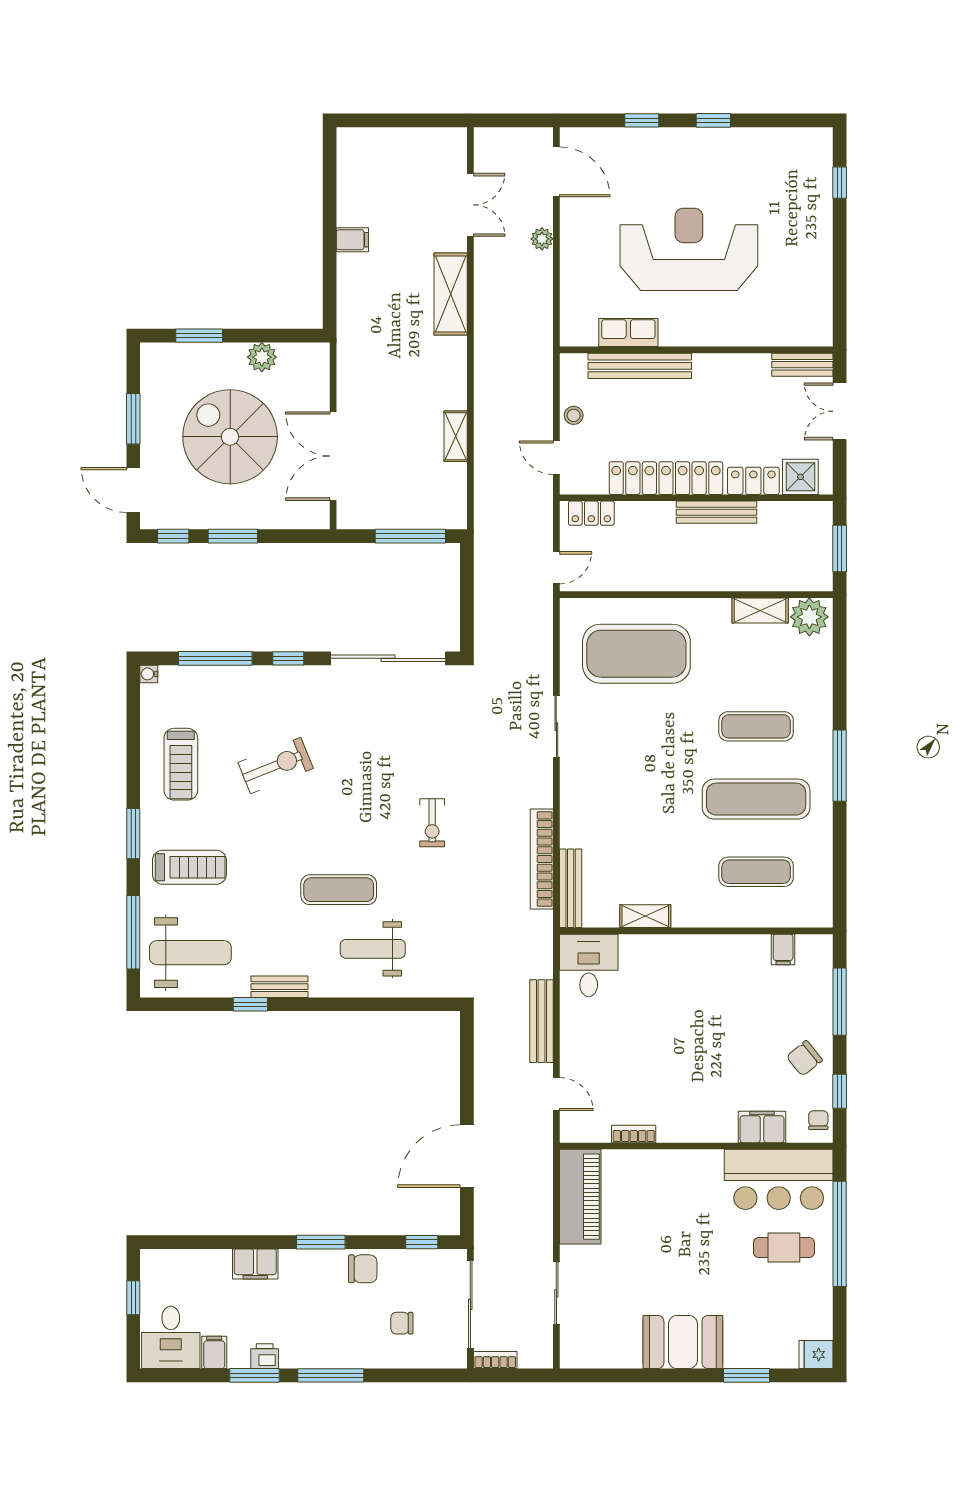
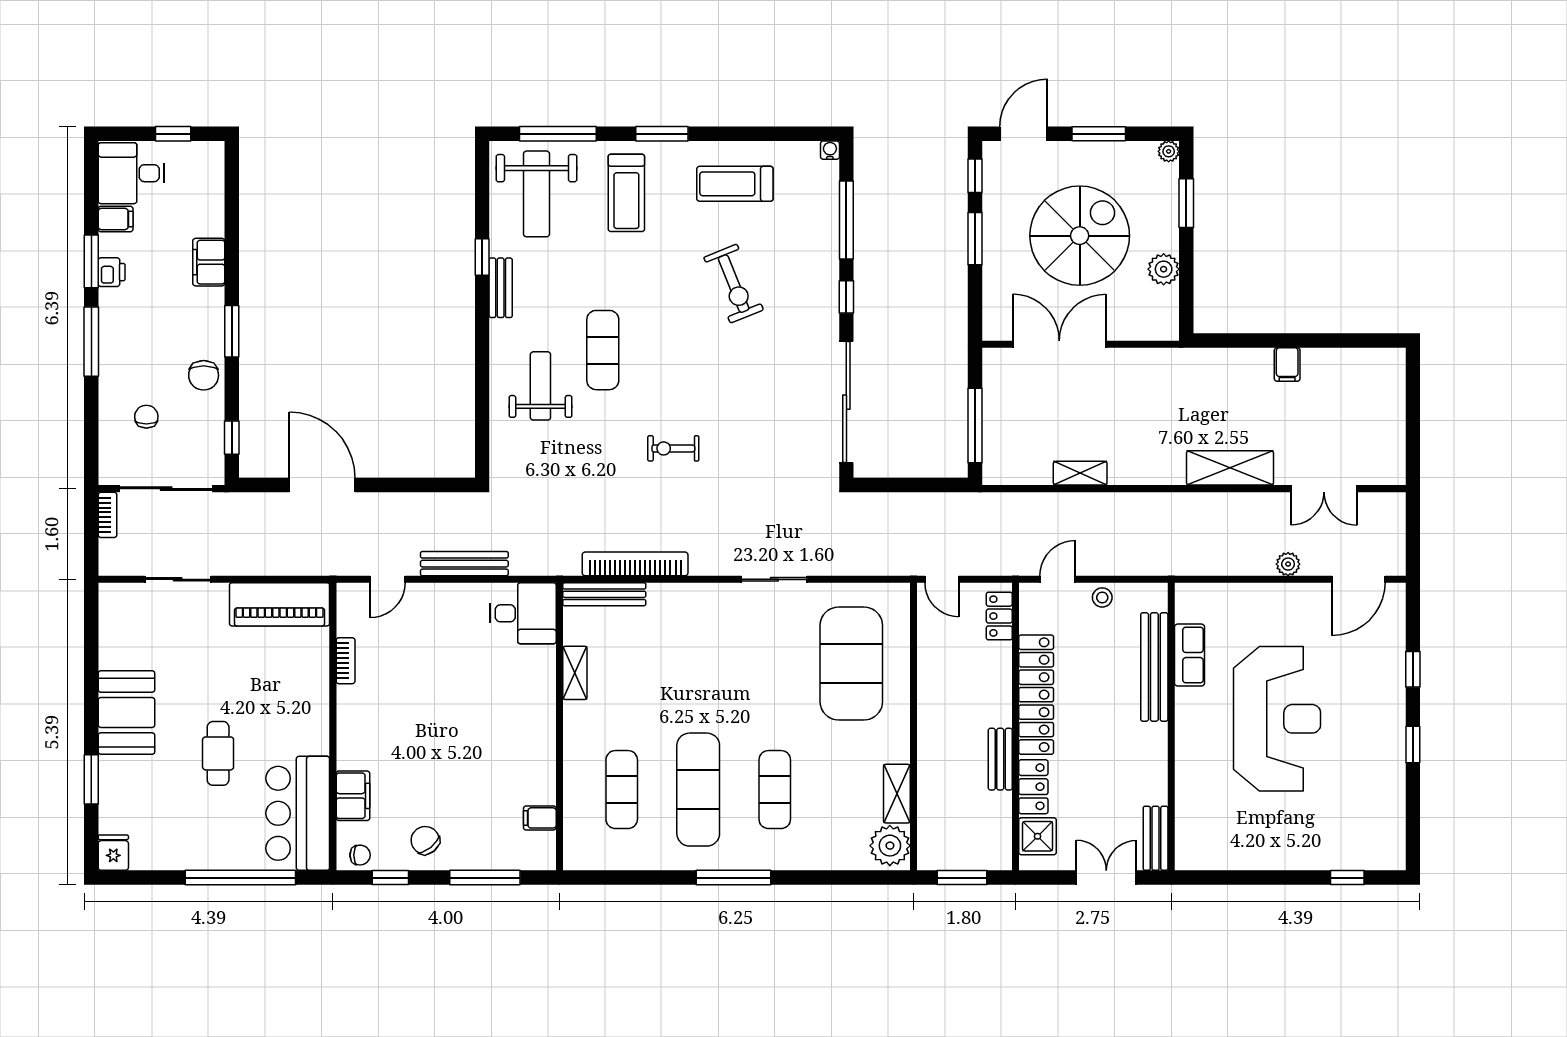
plant: (150, 352) -> (1169, 151), added
bench: (717, 512) -> (1000, 759), width x0.73
cafe table: (784, 1248) -> (218, 753), moved

